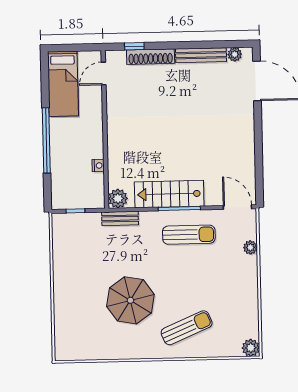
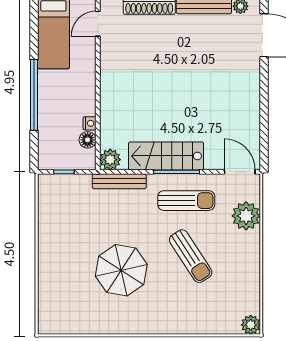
floor lamp: (97, 181) -> (88, 140), added
bench: (120, 218) -> (119, 181), width x1.36
plant: (250, 247) -> (246, 216), width x1.87, depth x1.87
sun lounger: (187, 328) -> (191, 256), moved, turned 80

